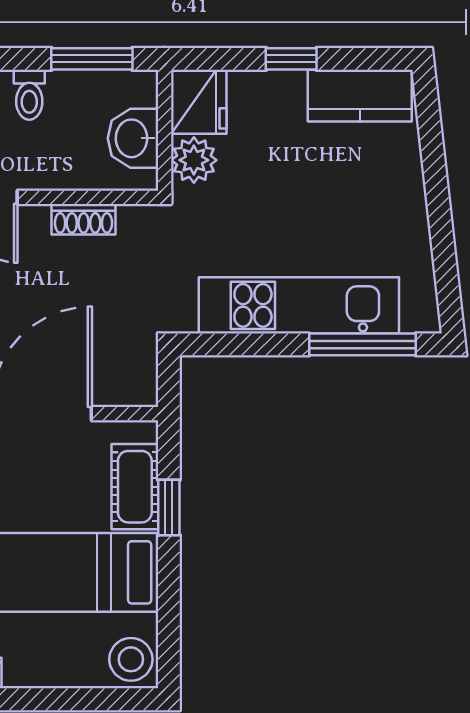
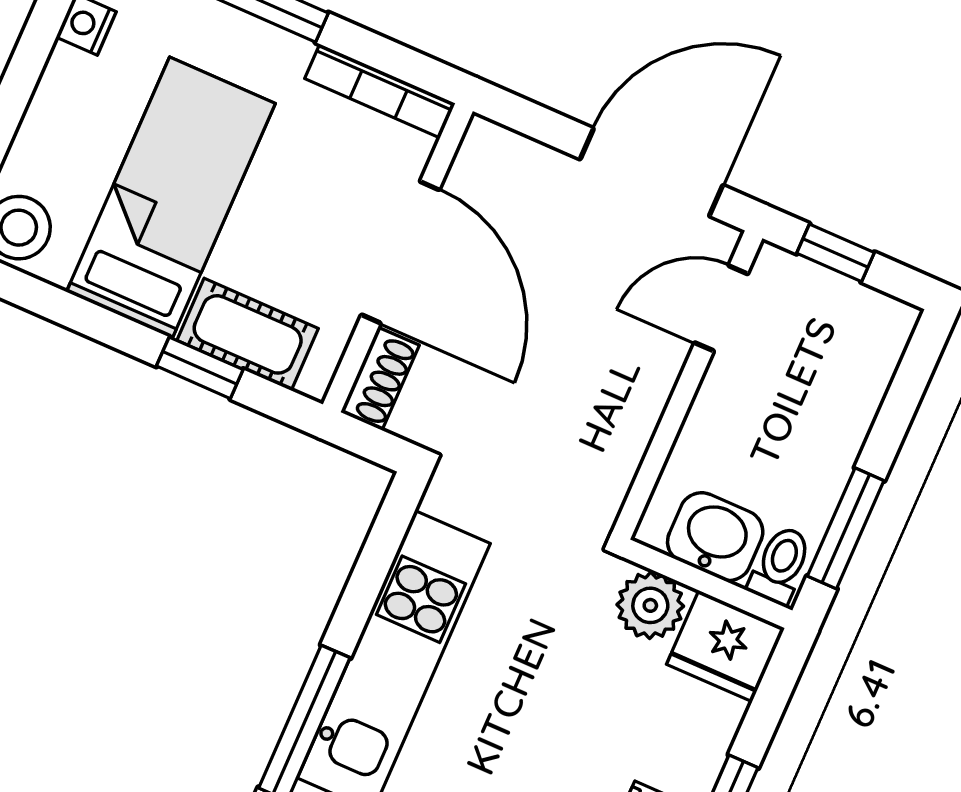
toilet: (29, 95) -> (780, 565), moved, turned 90
shoe rack: (84, 219) -> (380, 379), moved, turned 180

